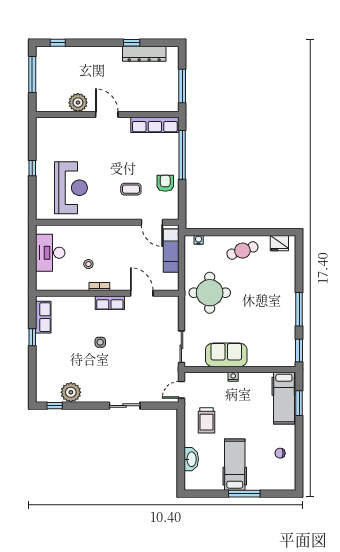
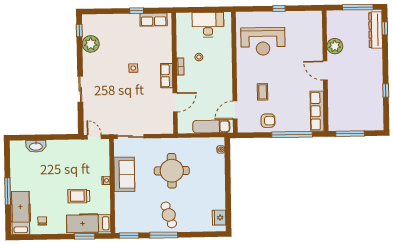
dresser: (144, 54) -> (376, 30), moved
door: (107, 114) -> (325, 71), swing flipped
cafe table: (242, 251) -> (169, 215), moved
round table: (210, 293) -> (172, 171), moved
trolley: (206, 420) -> (79, 196), moved
hospital bed: (235, 465) -> (21, 213), moved, turned -90

